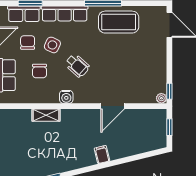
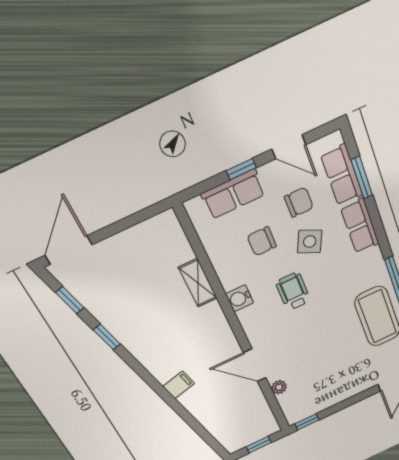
row of seats: (65, 13) -> (360, 226), width x0.68
wheelchair: (77, 66) -> (293, 291), turned 138
plant: (161, 98) -> (279, 387), moved

